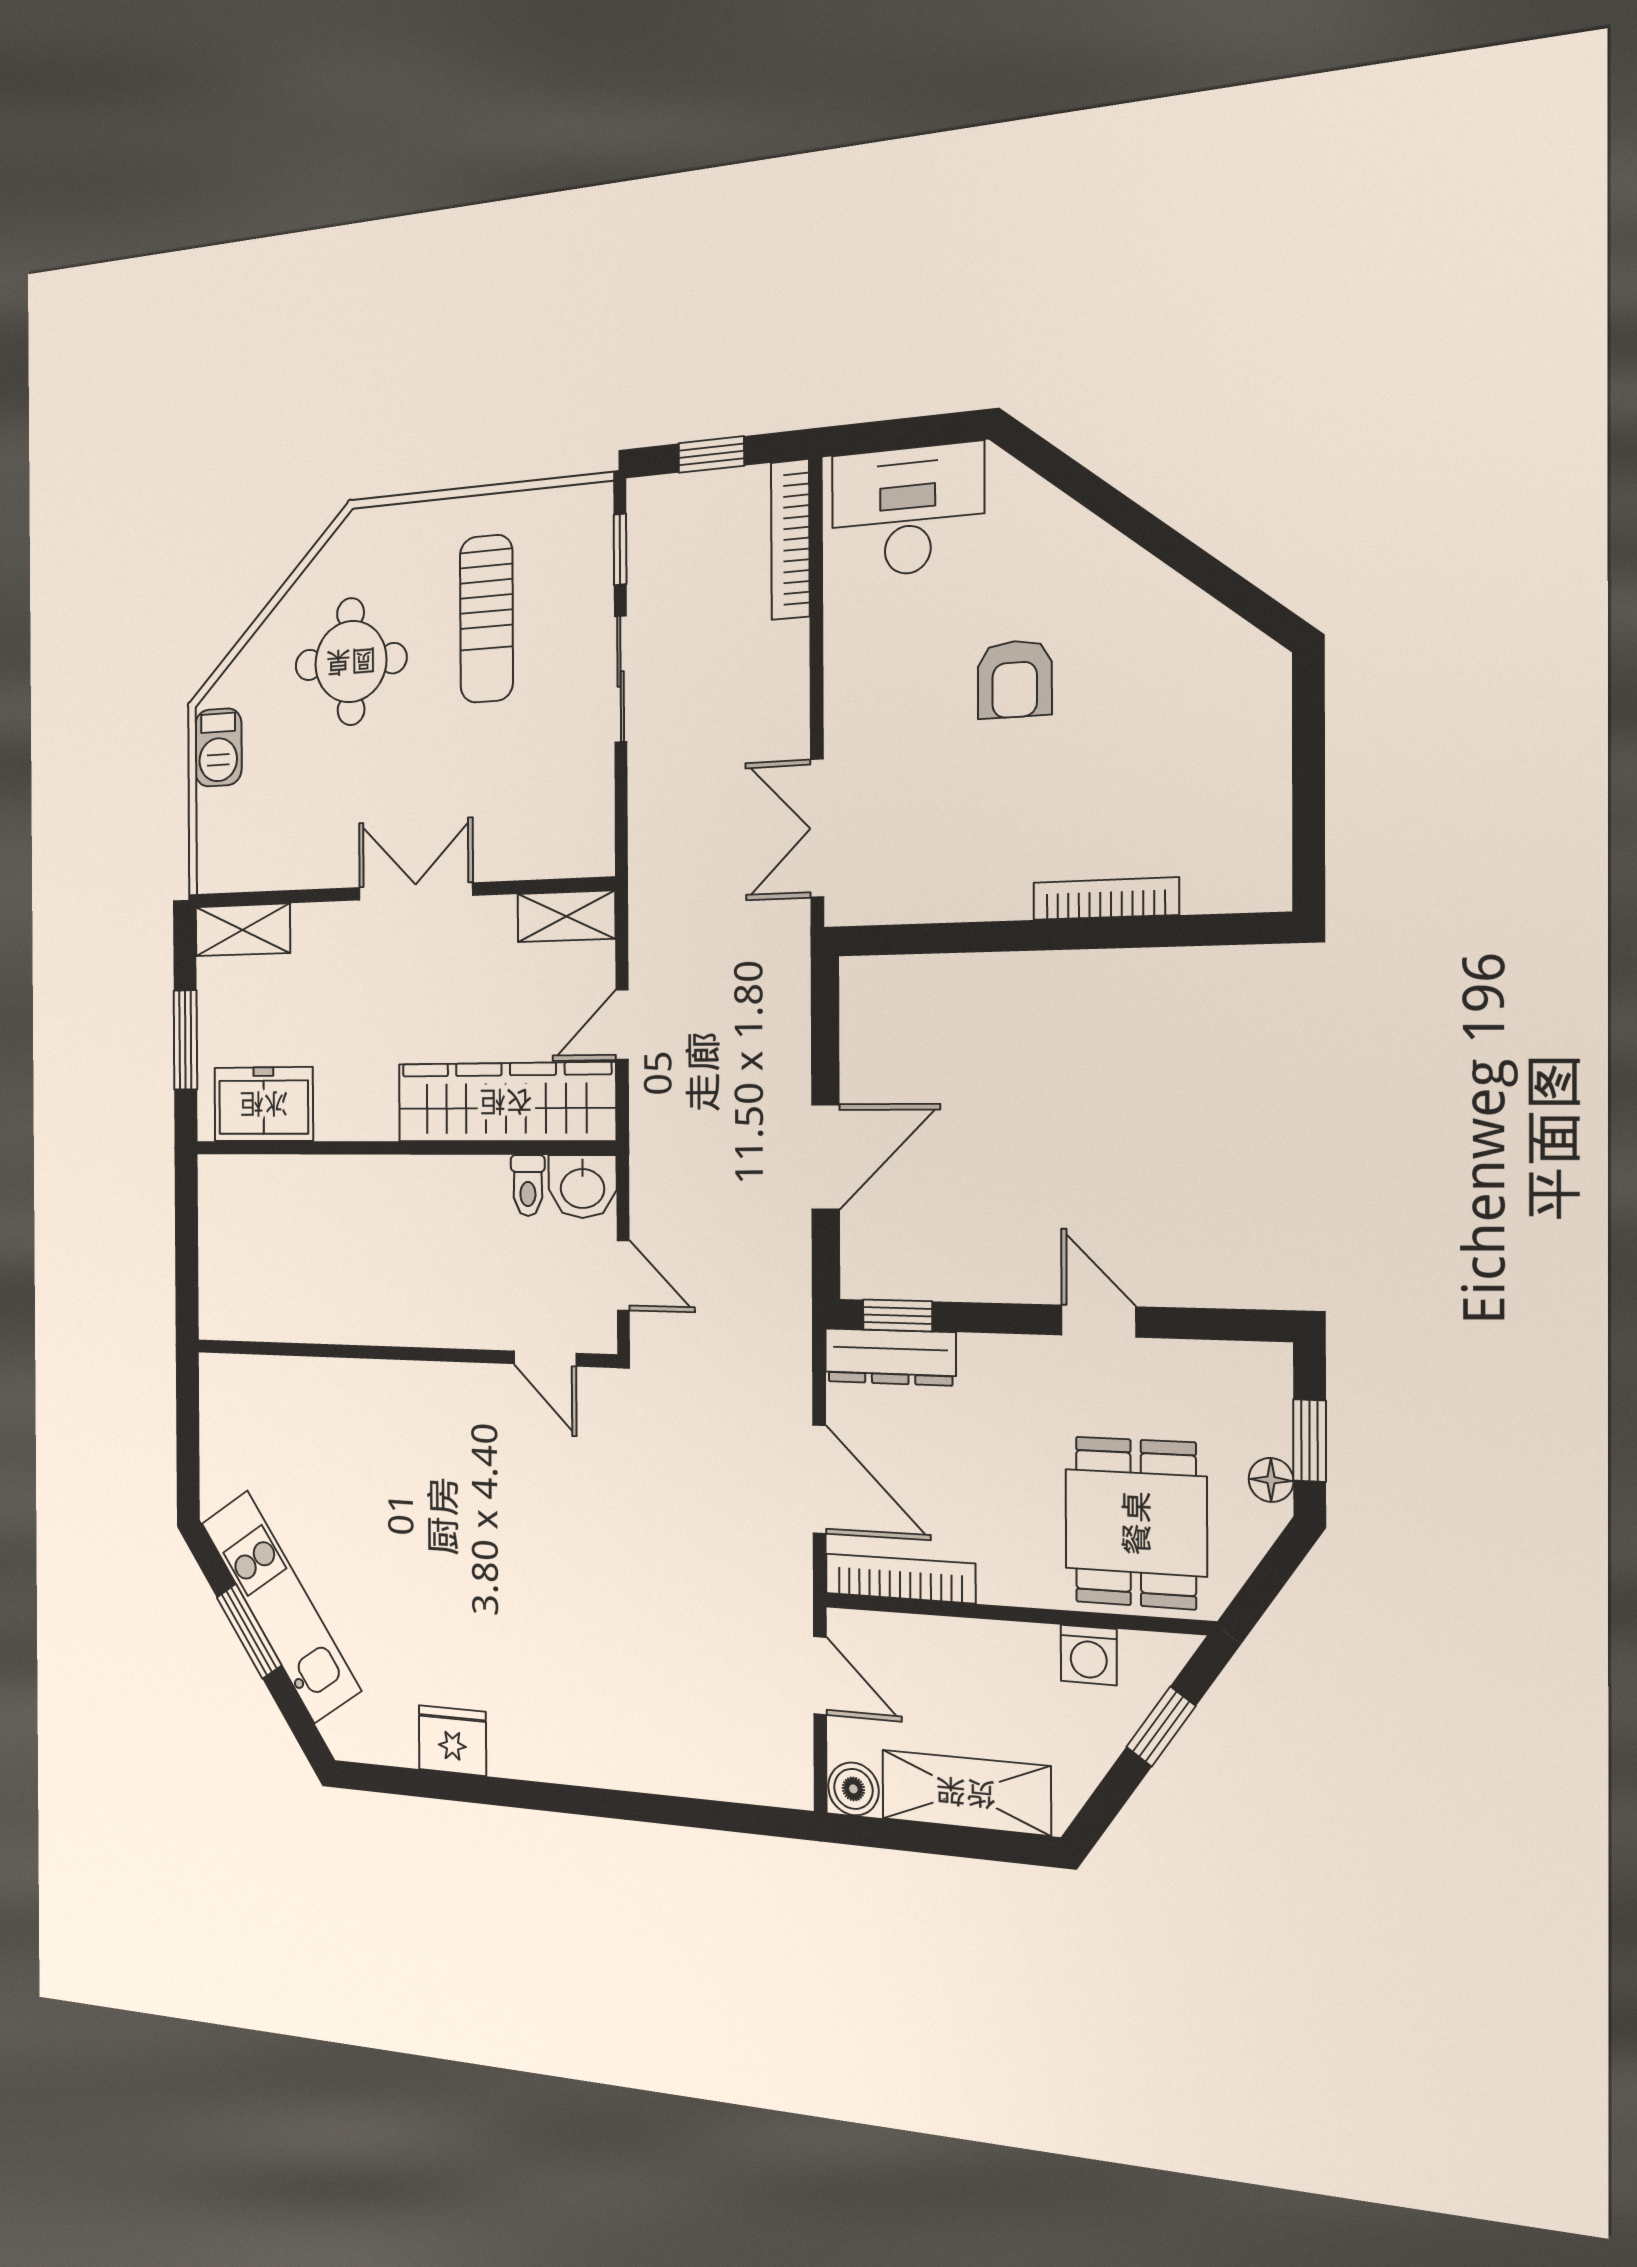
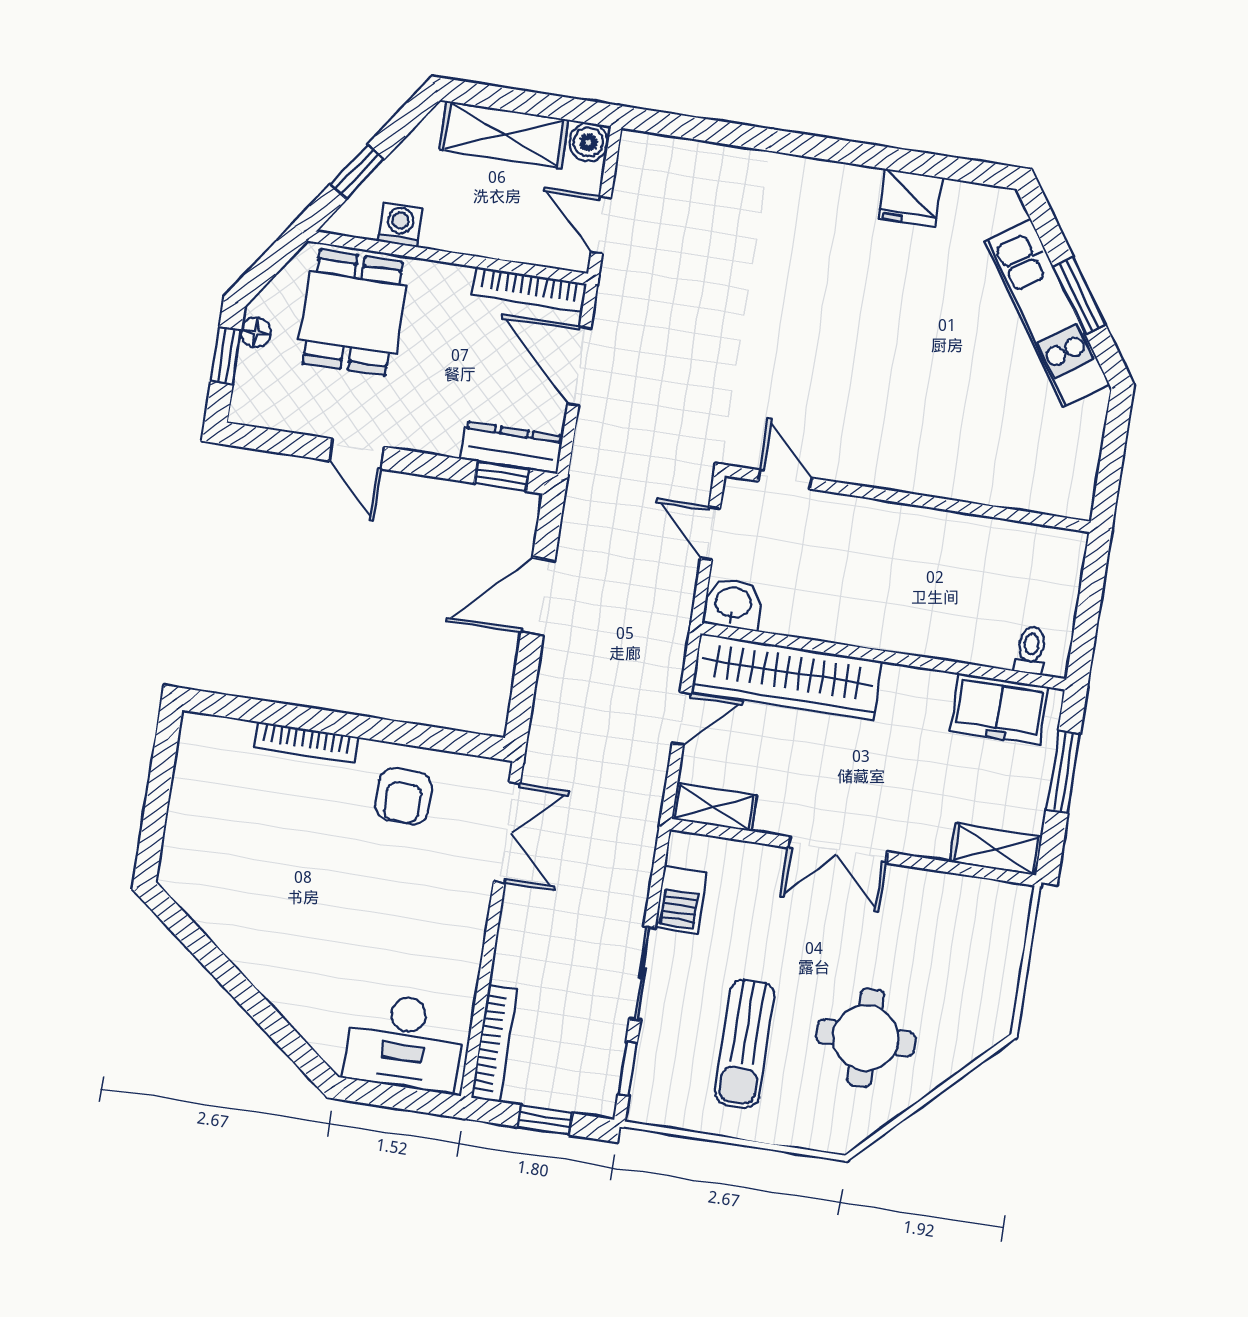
sun lounger: (486, 619) -> (745, 1043), turned 180
armchair: (1015, 679) -> (403, 796), moved, turned 180
barbecue: (218, 747) -> (681, 900), moved, turned 180
toilet: (528, 1185) -> (1031, 650), moved

